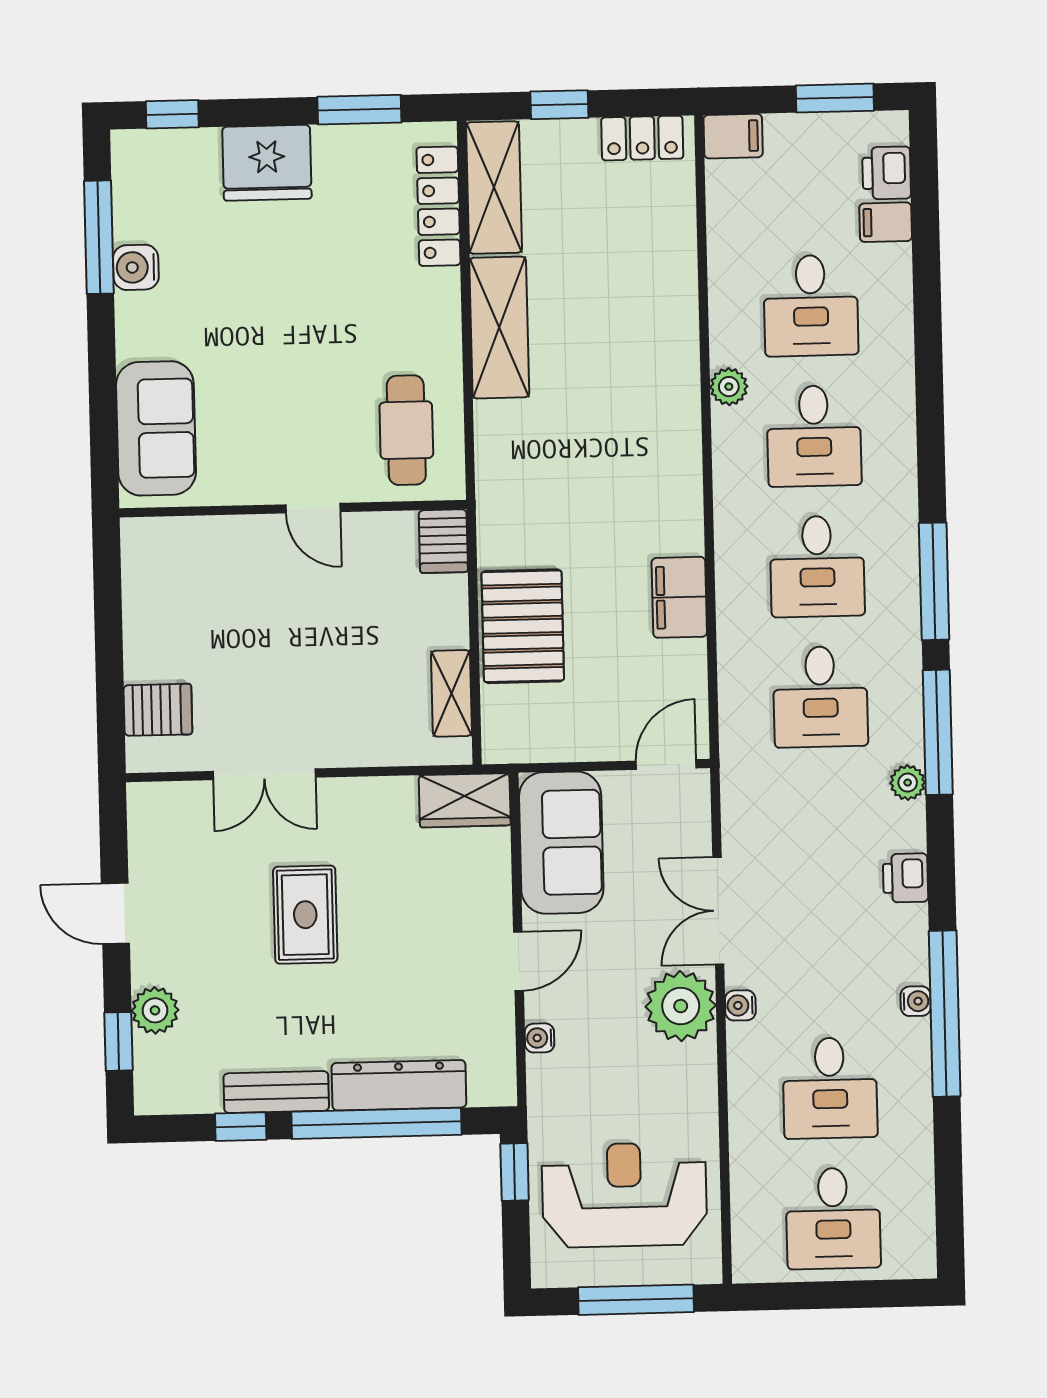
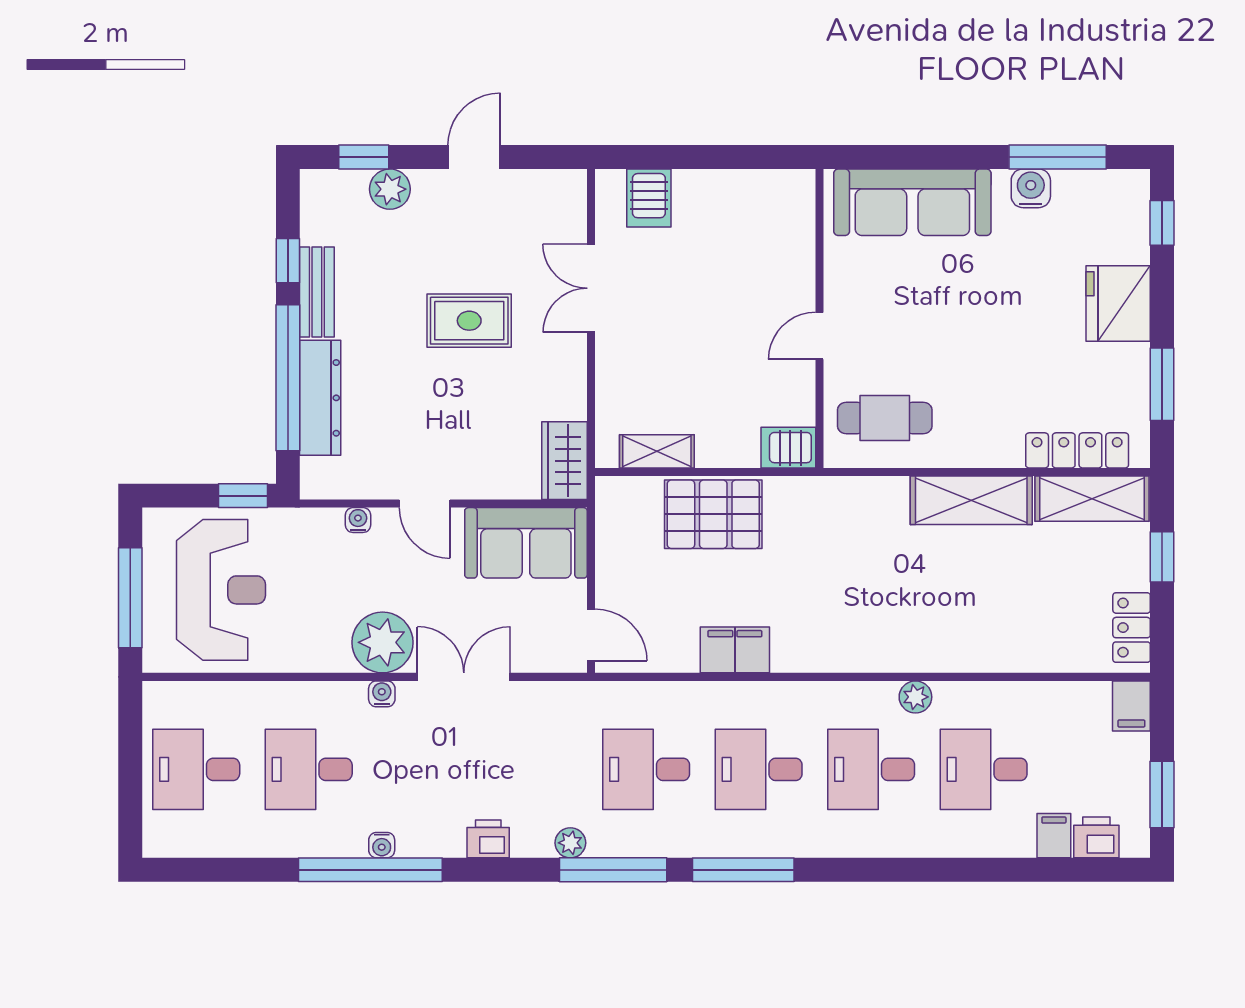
sofa: (156, 428) -> (912, 202), width x1.36

